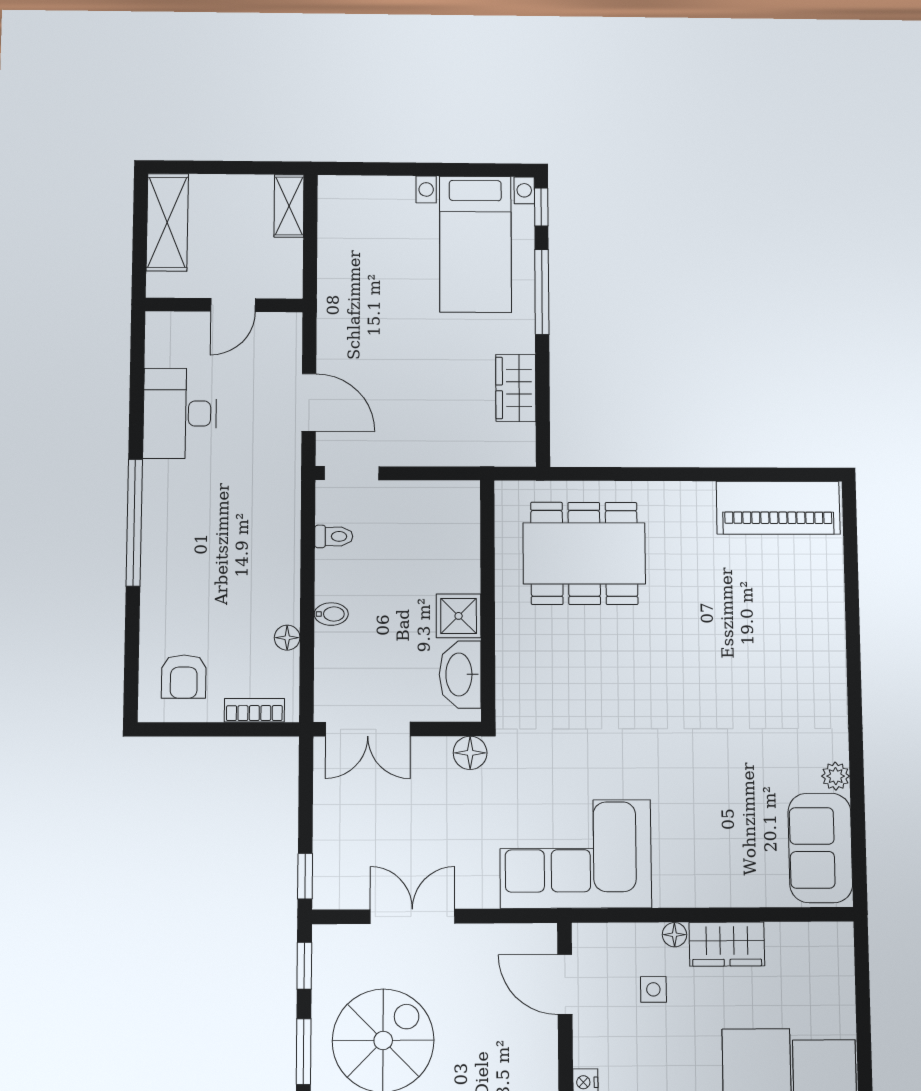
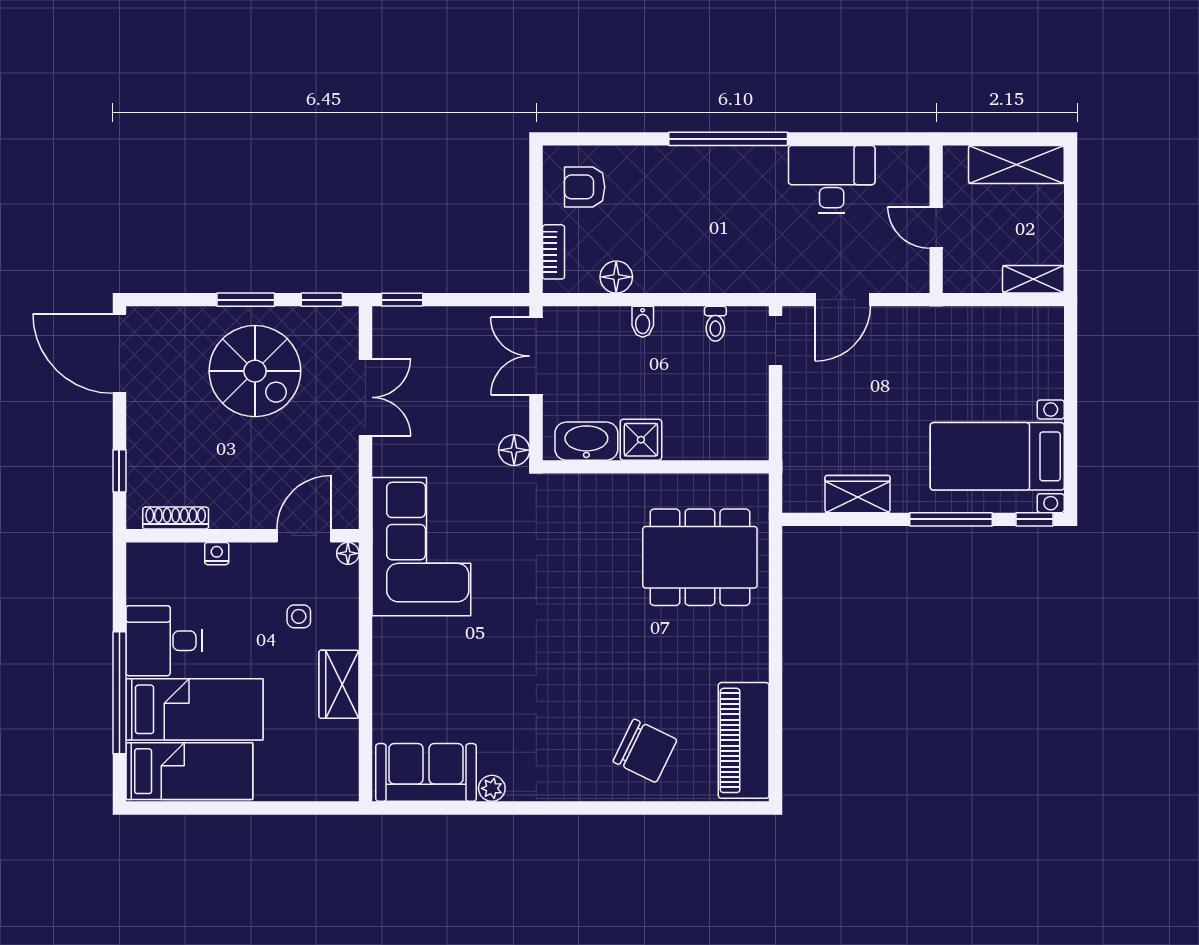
dining table: (584, 553) -> (700, 557), turned 90
chair: (791, 612) -> (645, 751), added
floor lamp: (287, 638) -> (616, 277), width x1.37, depth x1.37
floor lamp: (674, 935) -> (348, 553), moved

